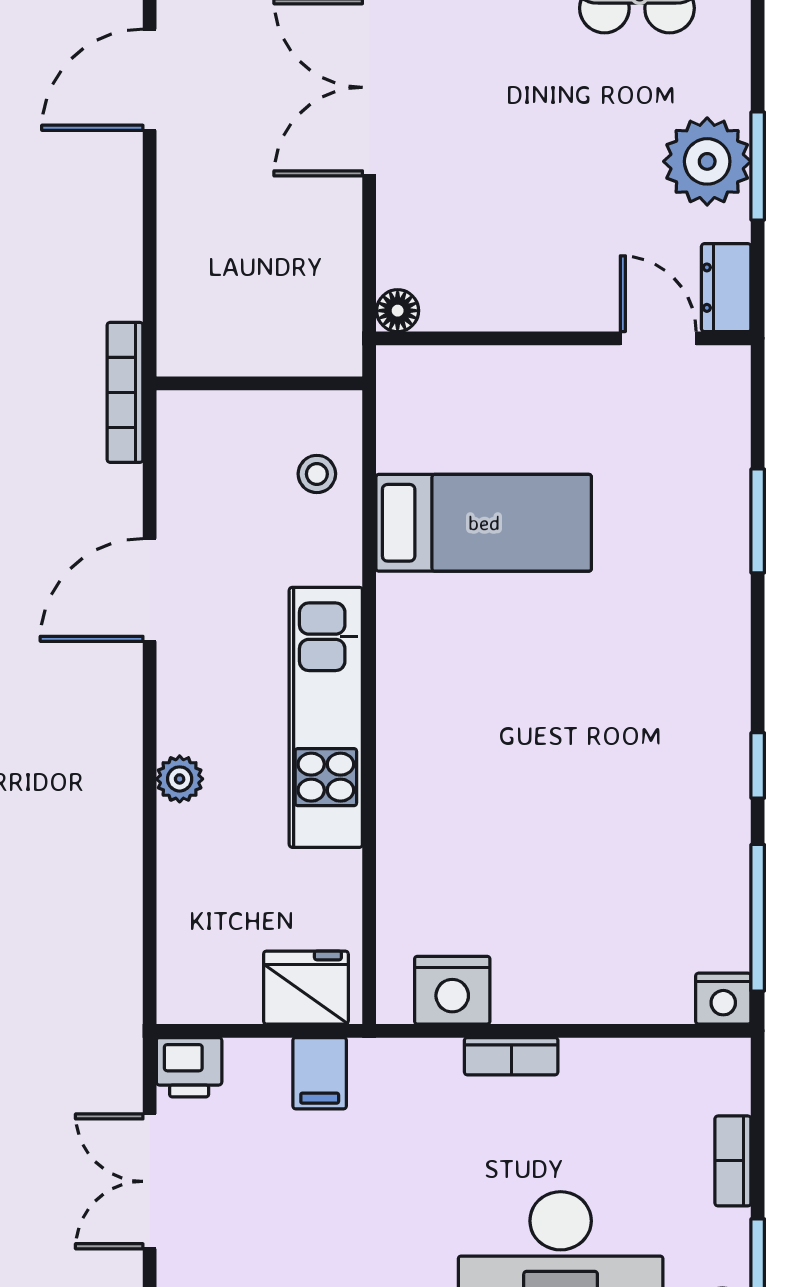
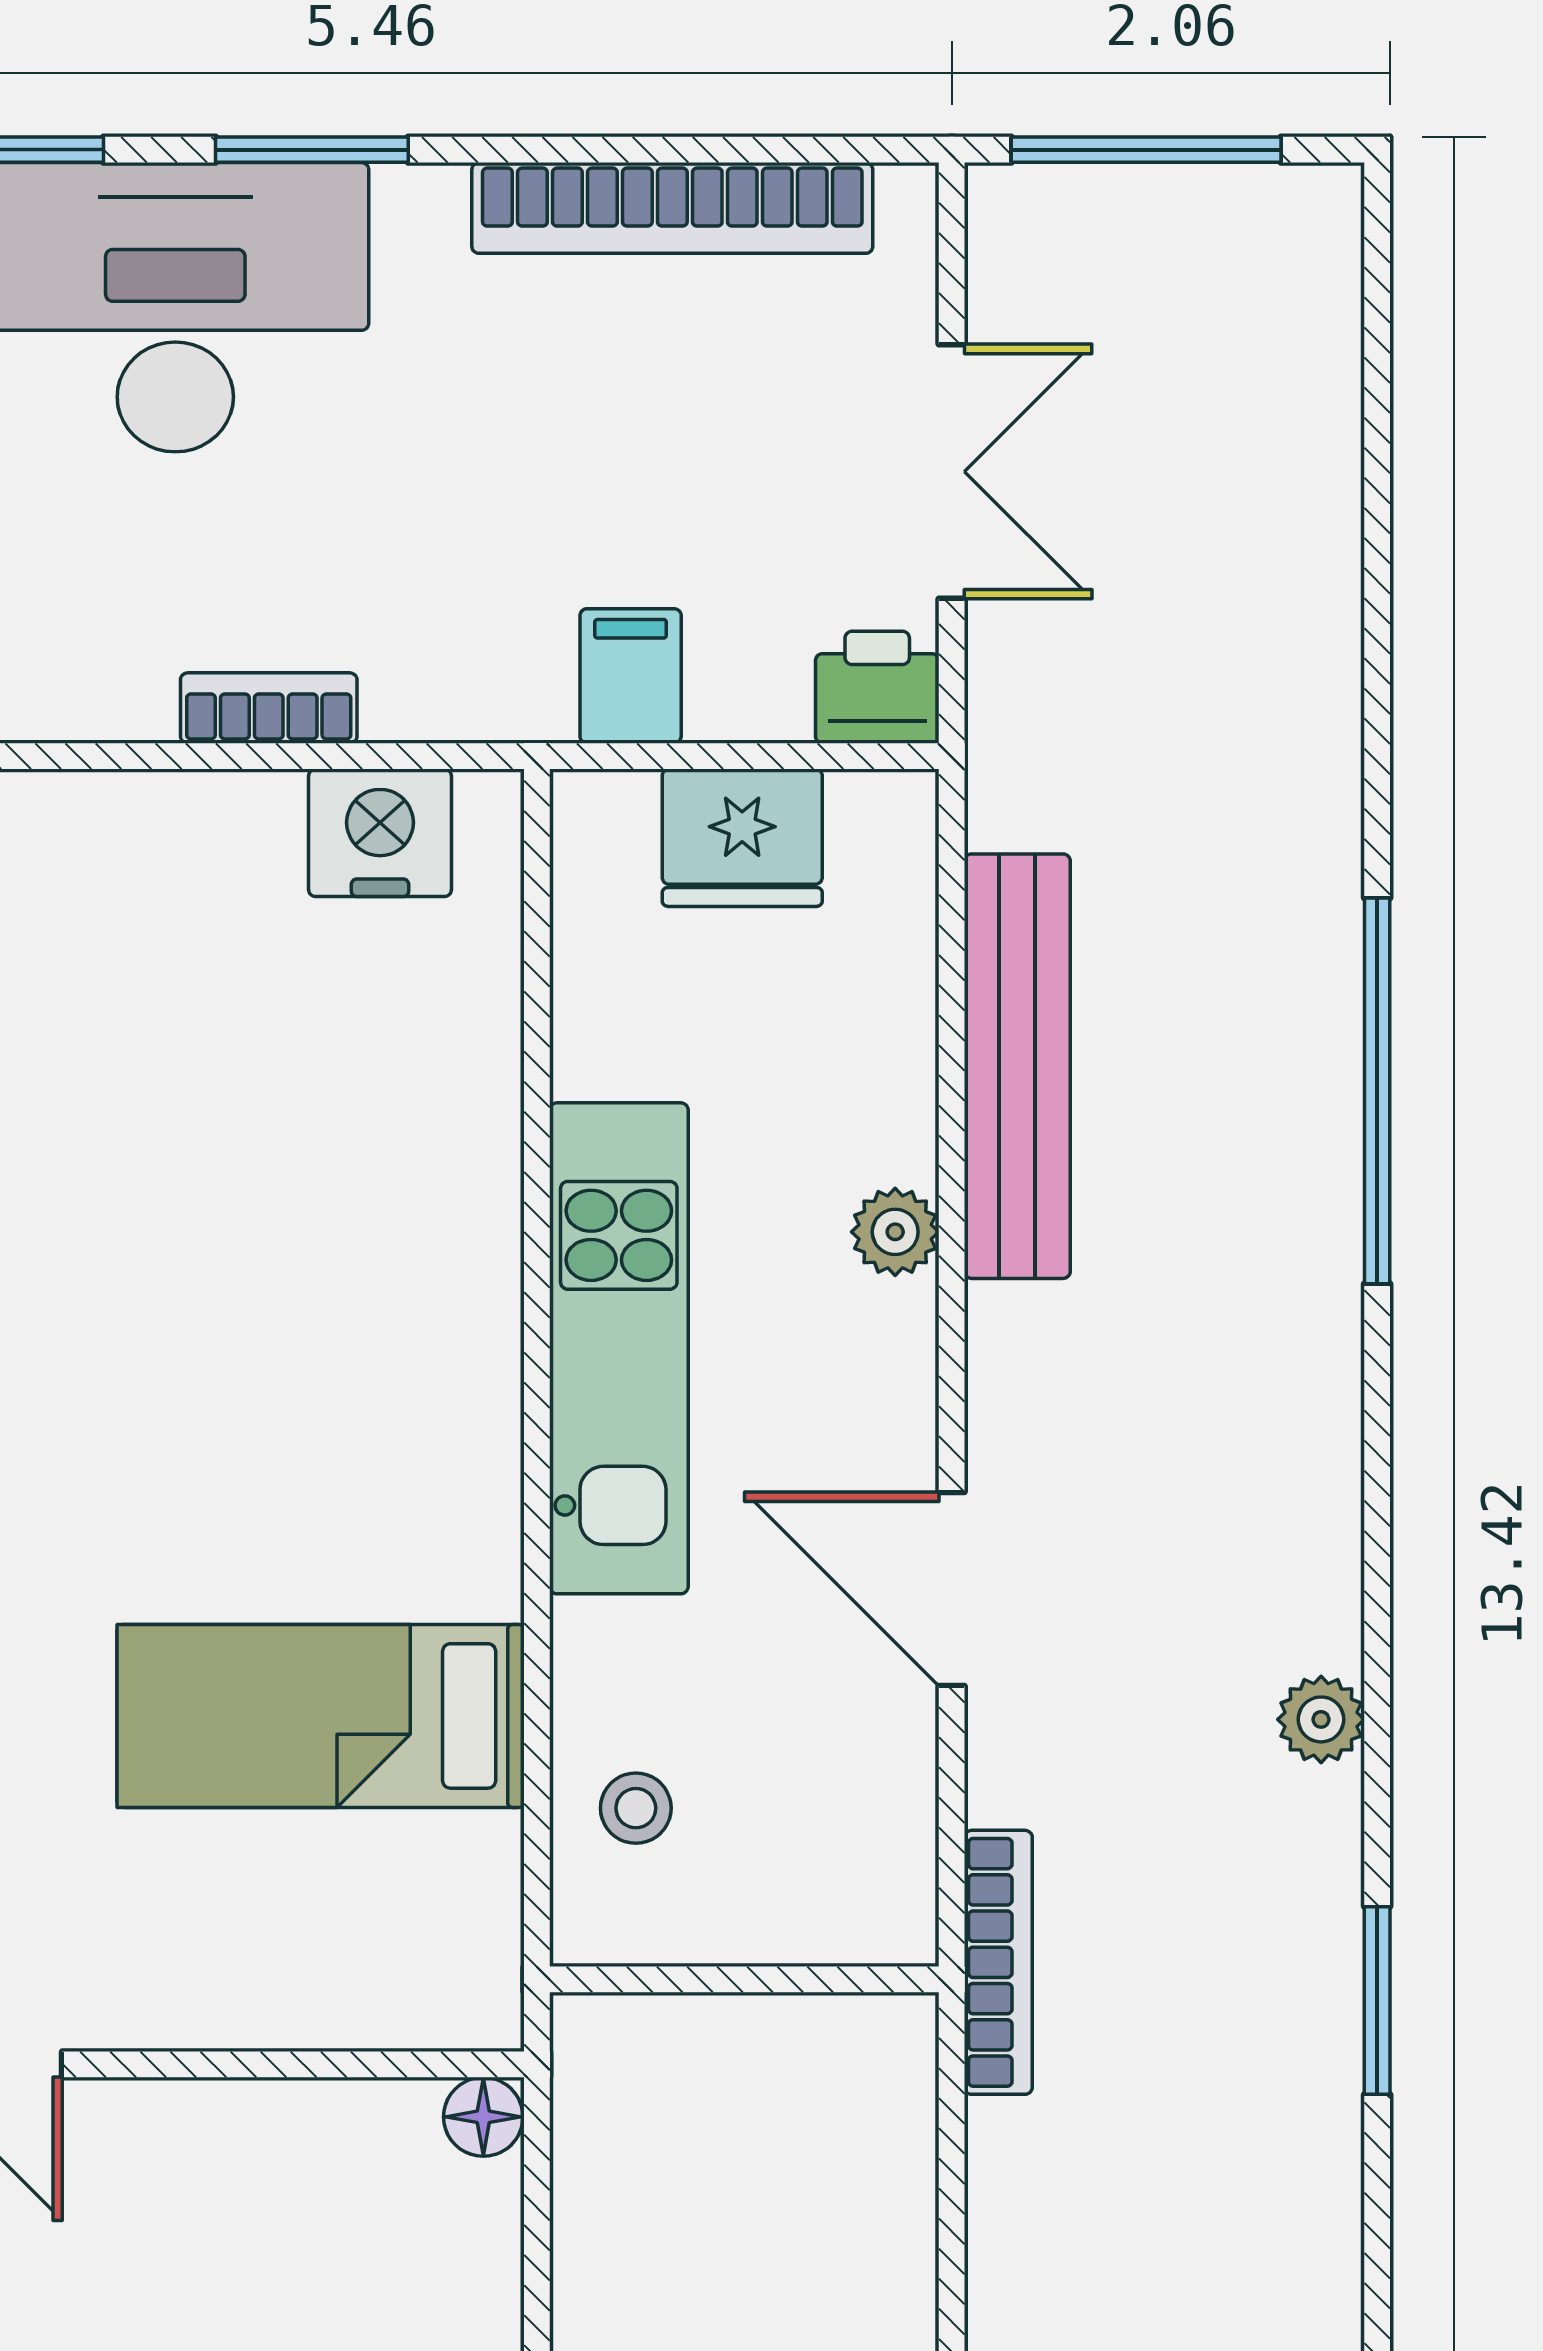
door: (150, 590) -> (952, 1589), swing flipped
bench: (115, 867) -> (1017, 1066), added
fridge: (306, 988) -> (742, 838), moved

